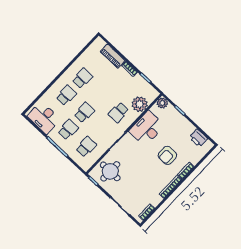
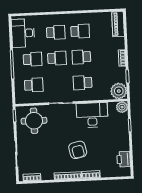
piano: (113, 56) -> (118, 24), moved
school desk: (100, 95) -> (81, 57), added
plant: (140, 104) -> (119, 91), moved
armchair: (167, 155) -> (78, 150), moved, turned -102

